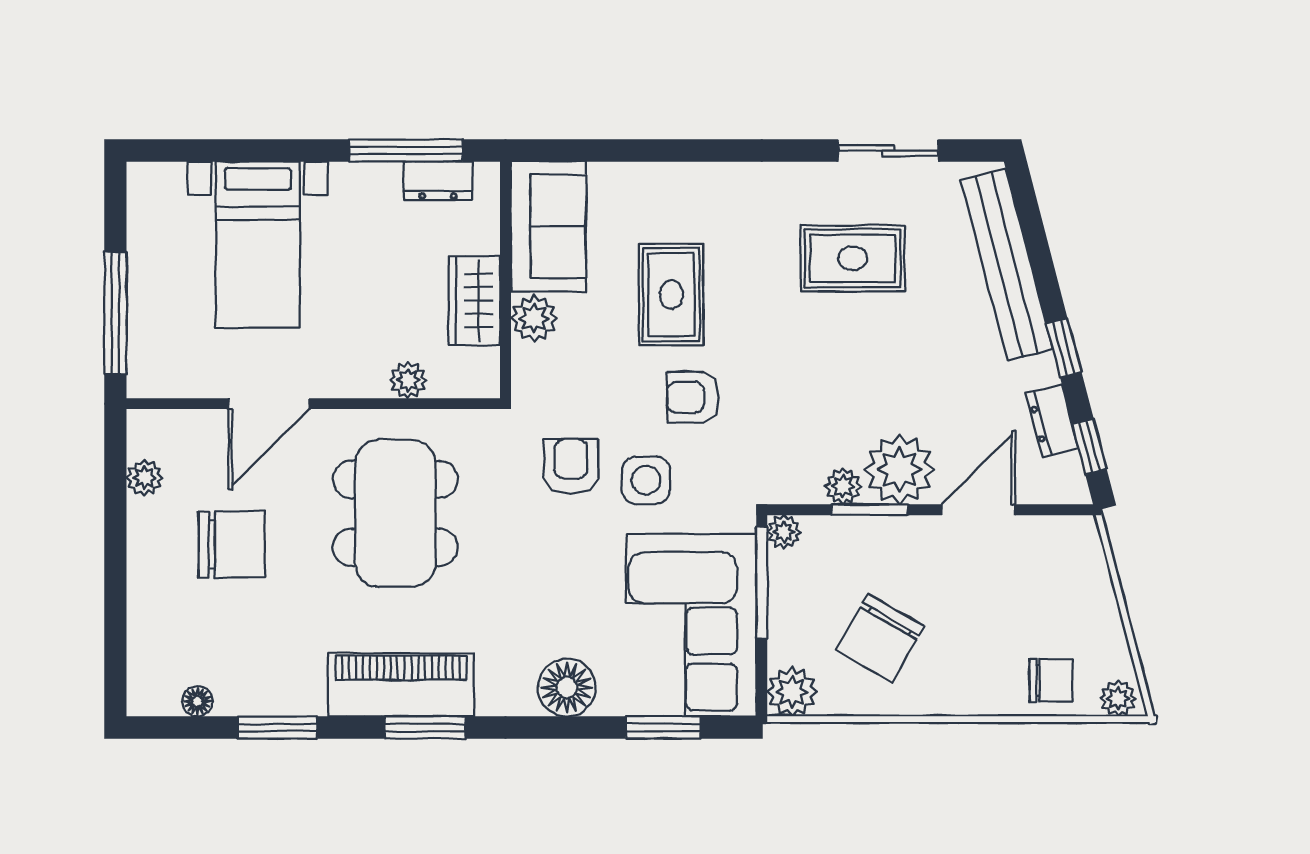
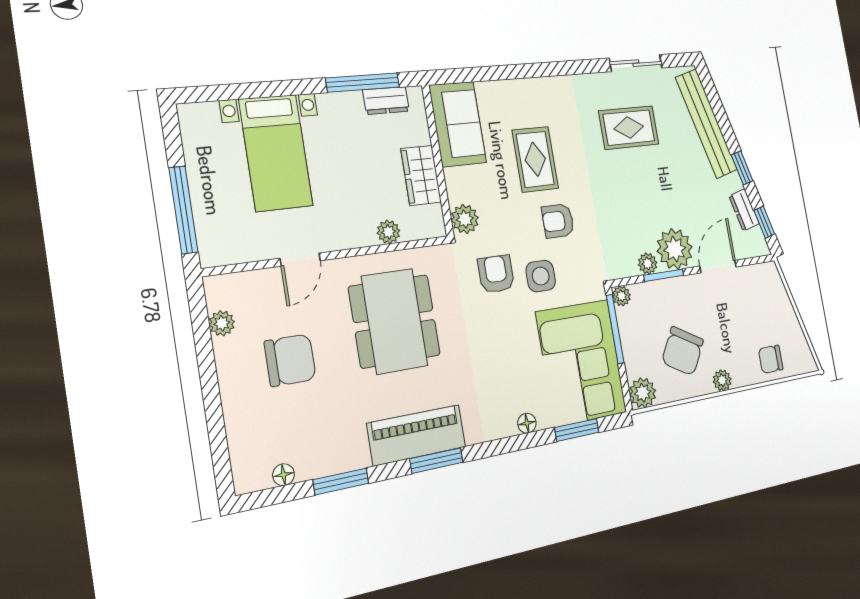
plant: (534, 318) -> (465, 219), moved
door: (269, 404) -> (300, 260), width x0.73
chair: (1051, 680) -> (771, 359), turned 180
floor lamp: (567, 688) -> (527, 423), width x0.53, depth x0.53
plant: (1118, 698) -> (722, 380), moved

